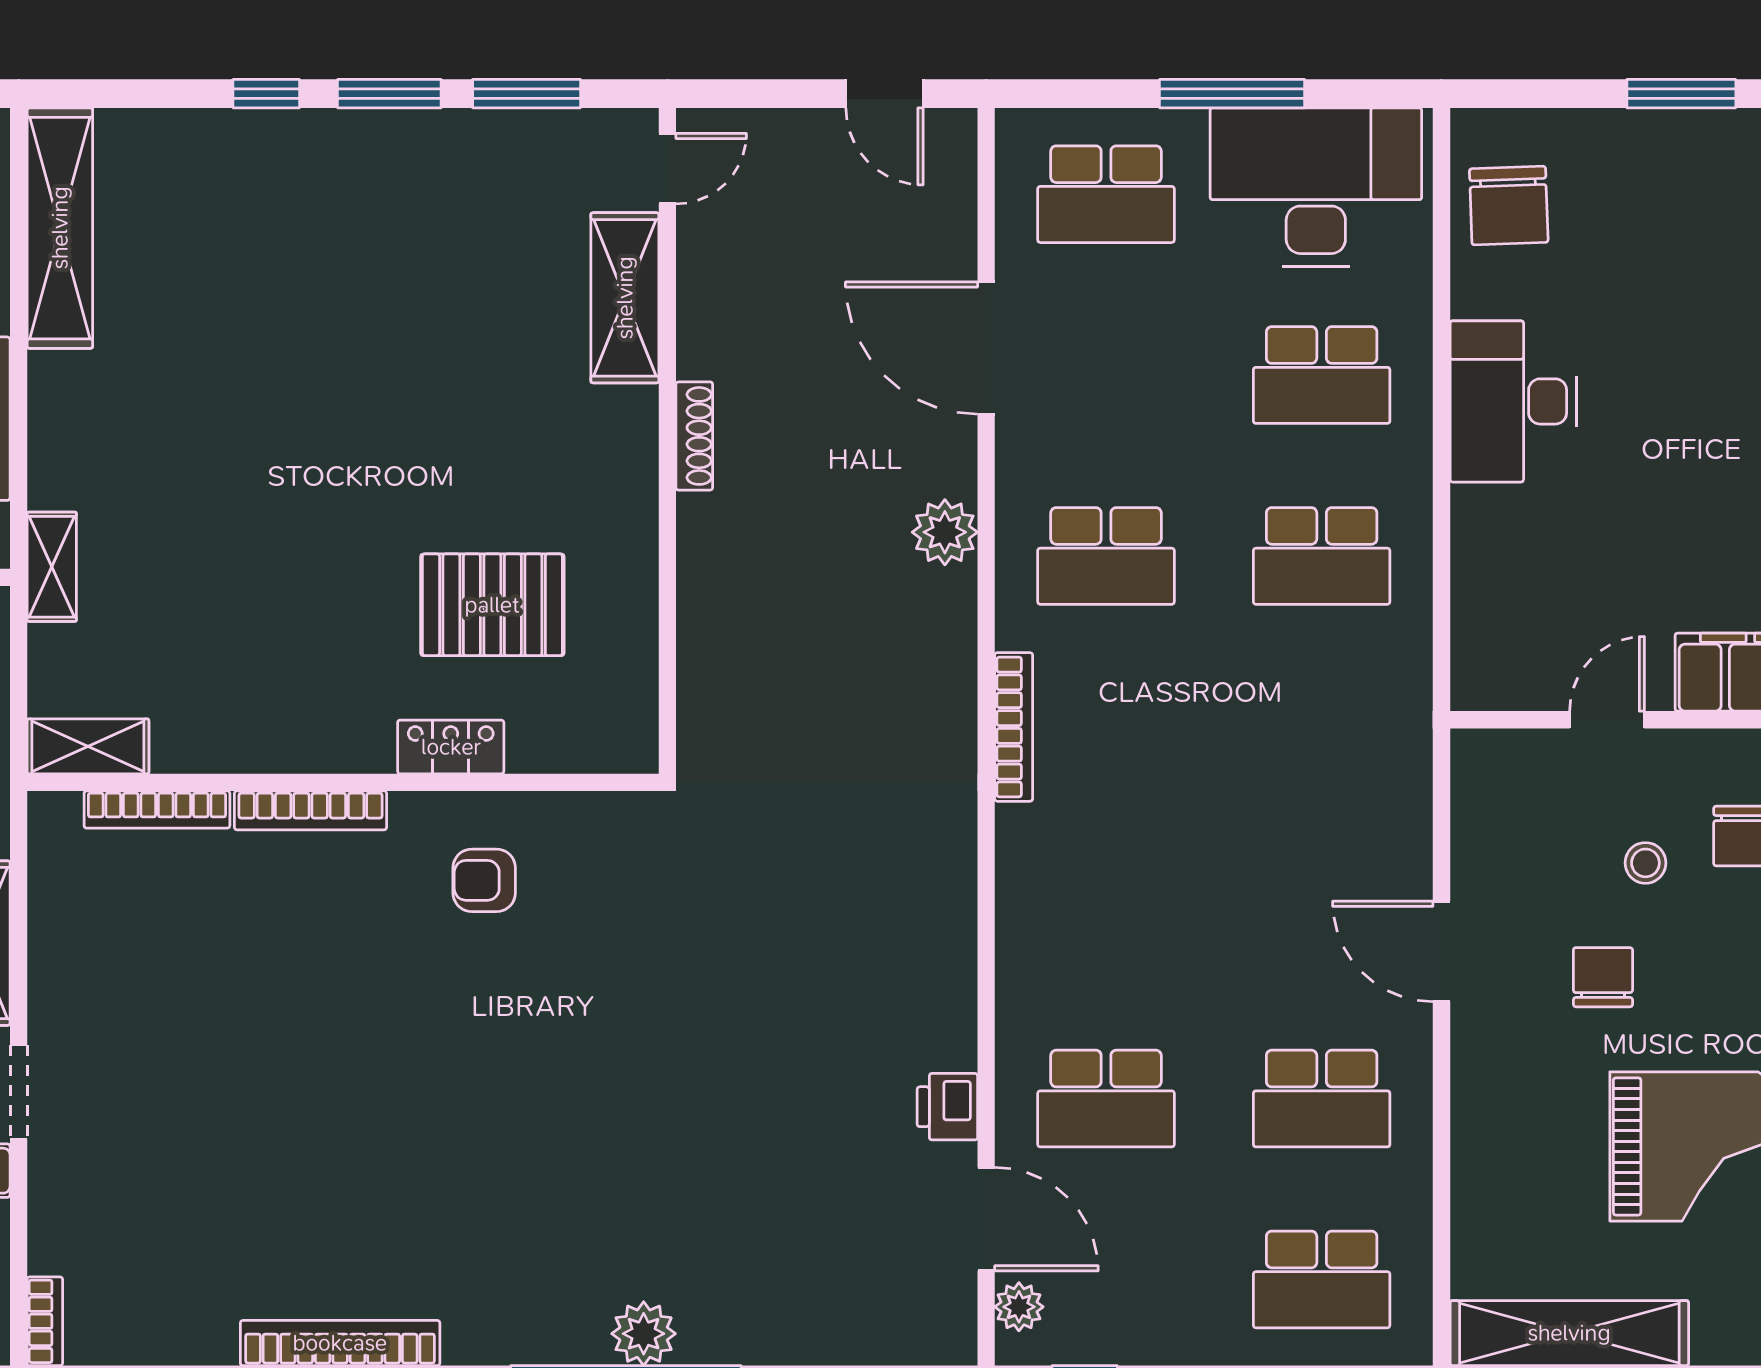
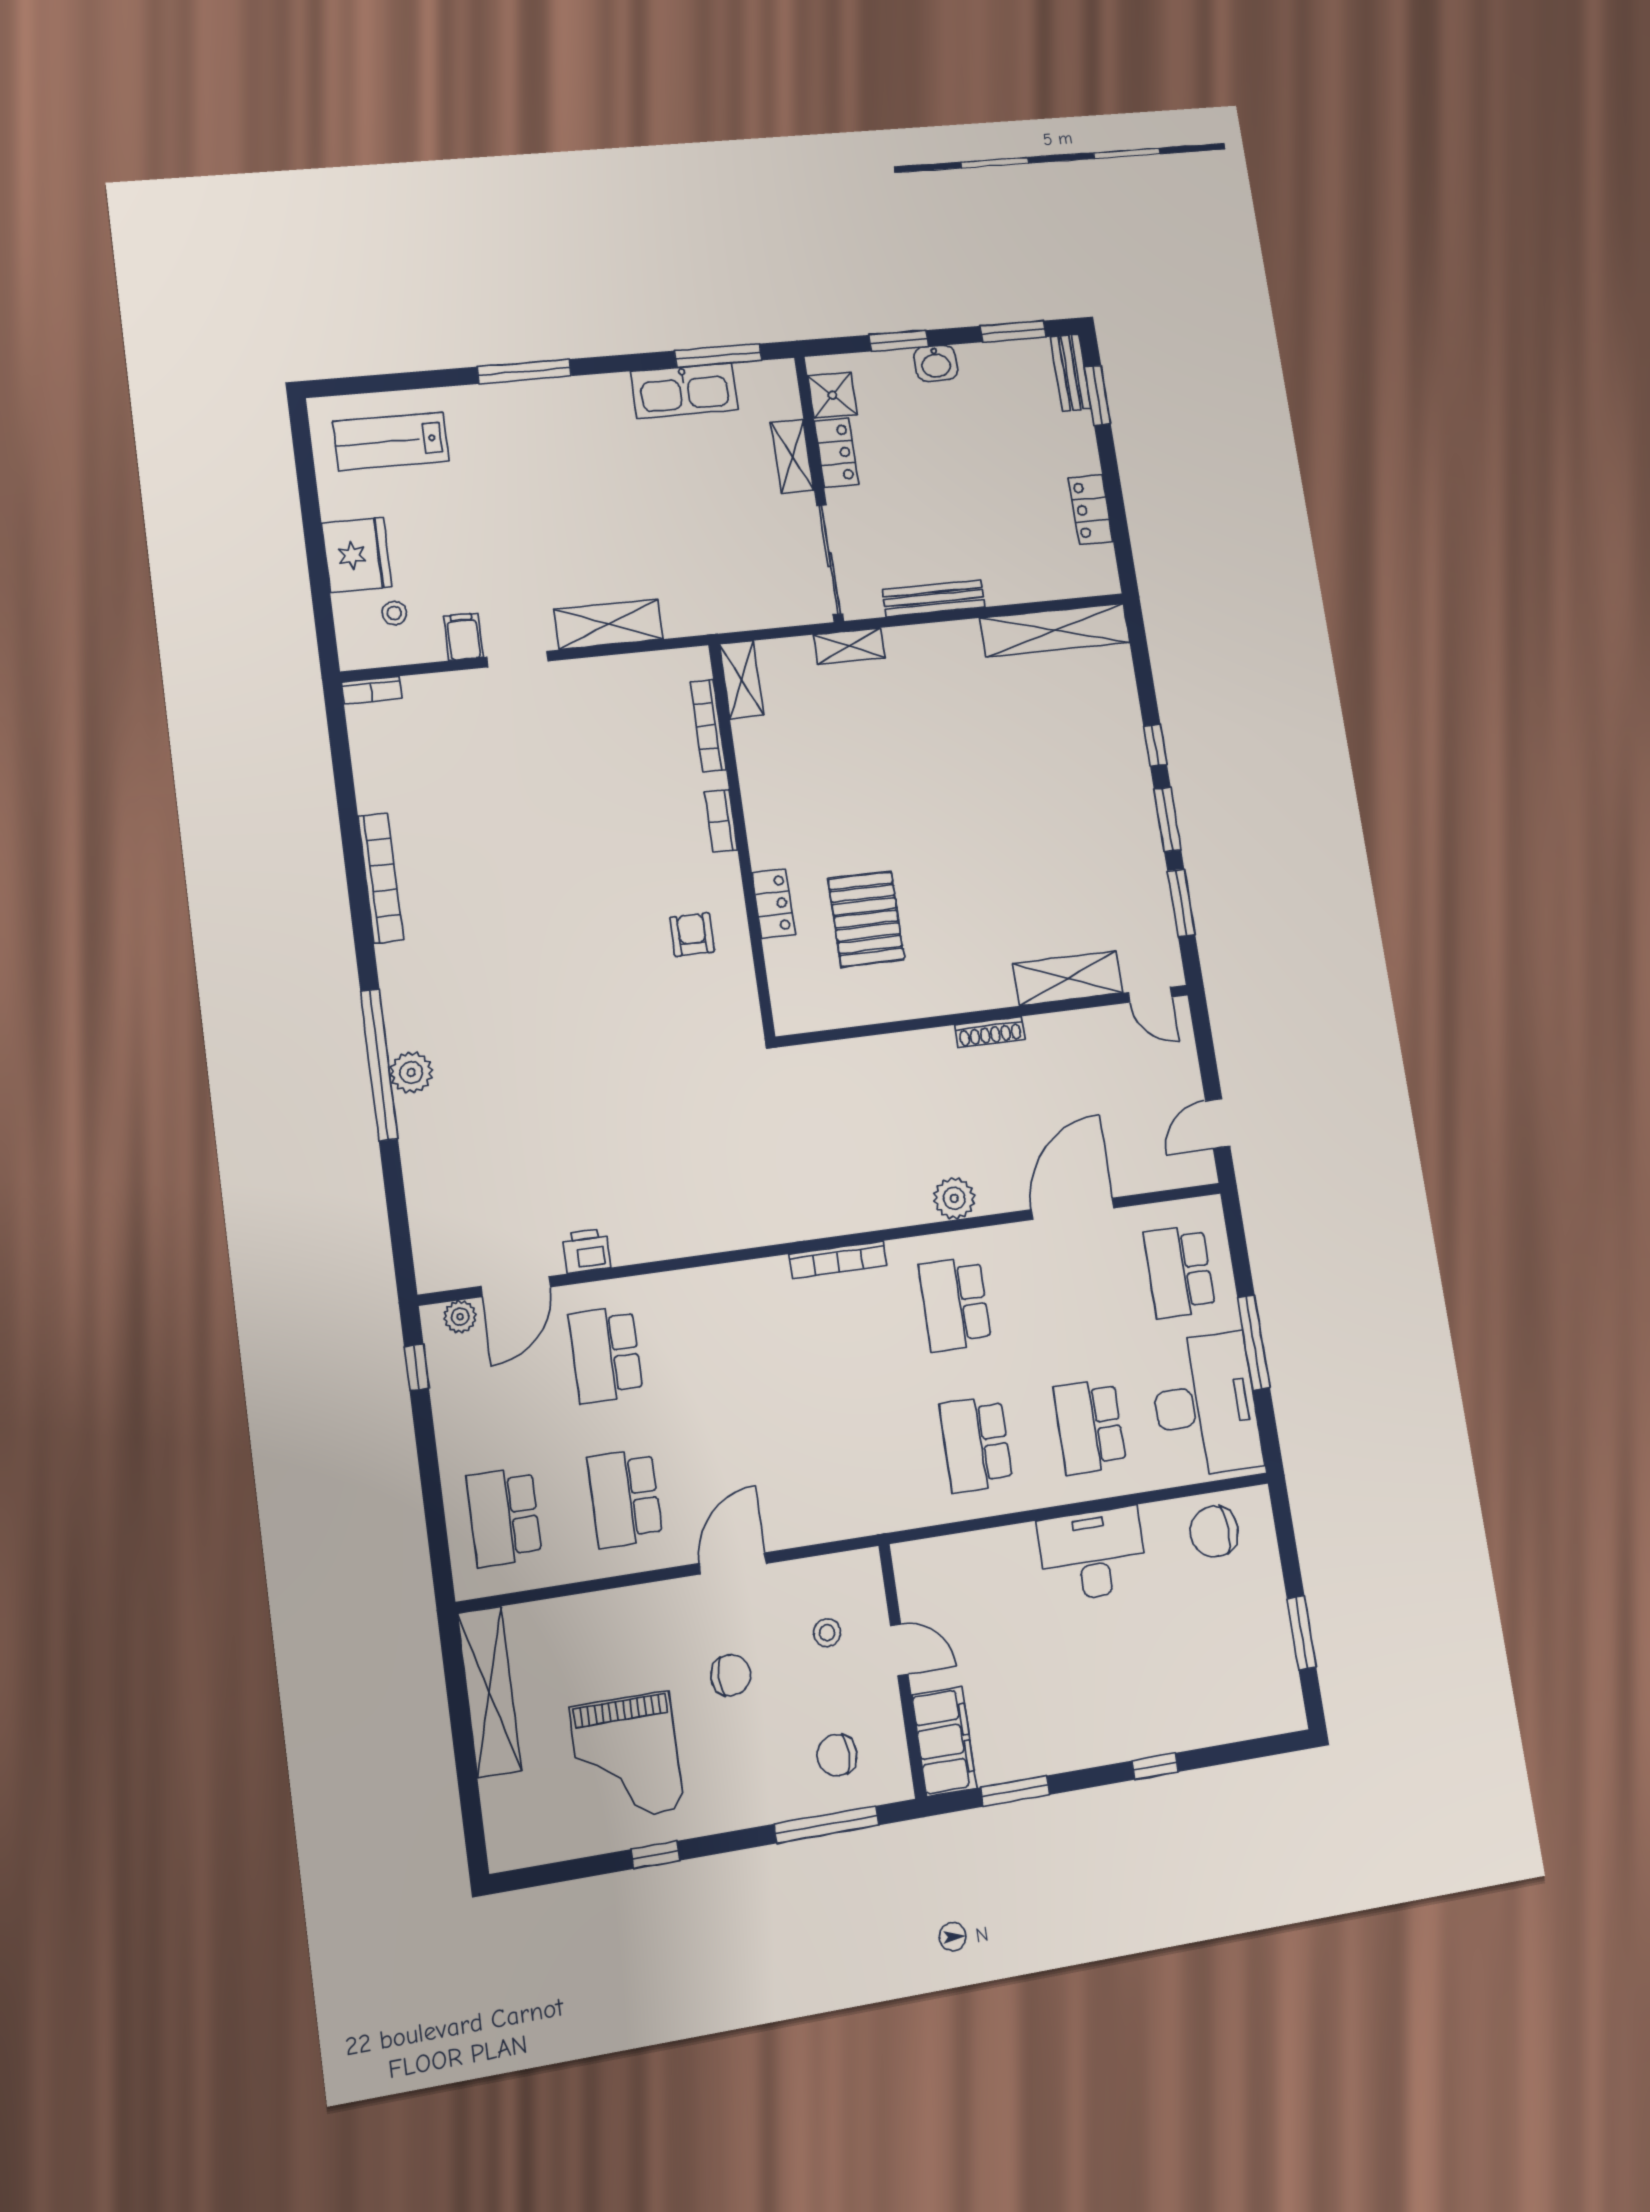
bookcase: (311, 810) -> (721, 821), width x0.64
stool: (1645, 863) -> (827, 1633), moved

